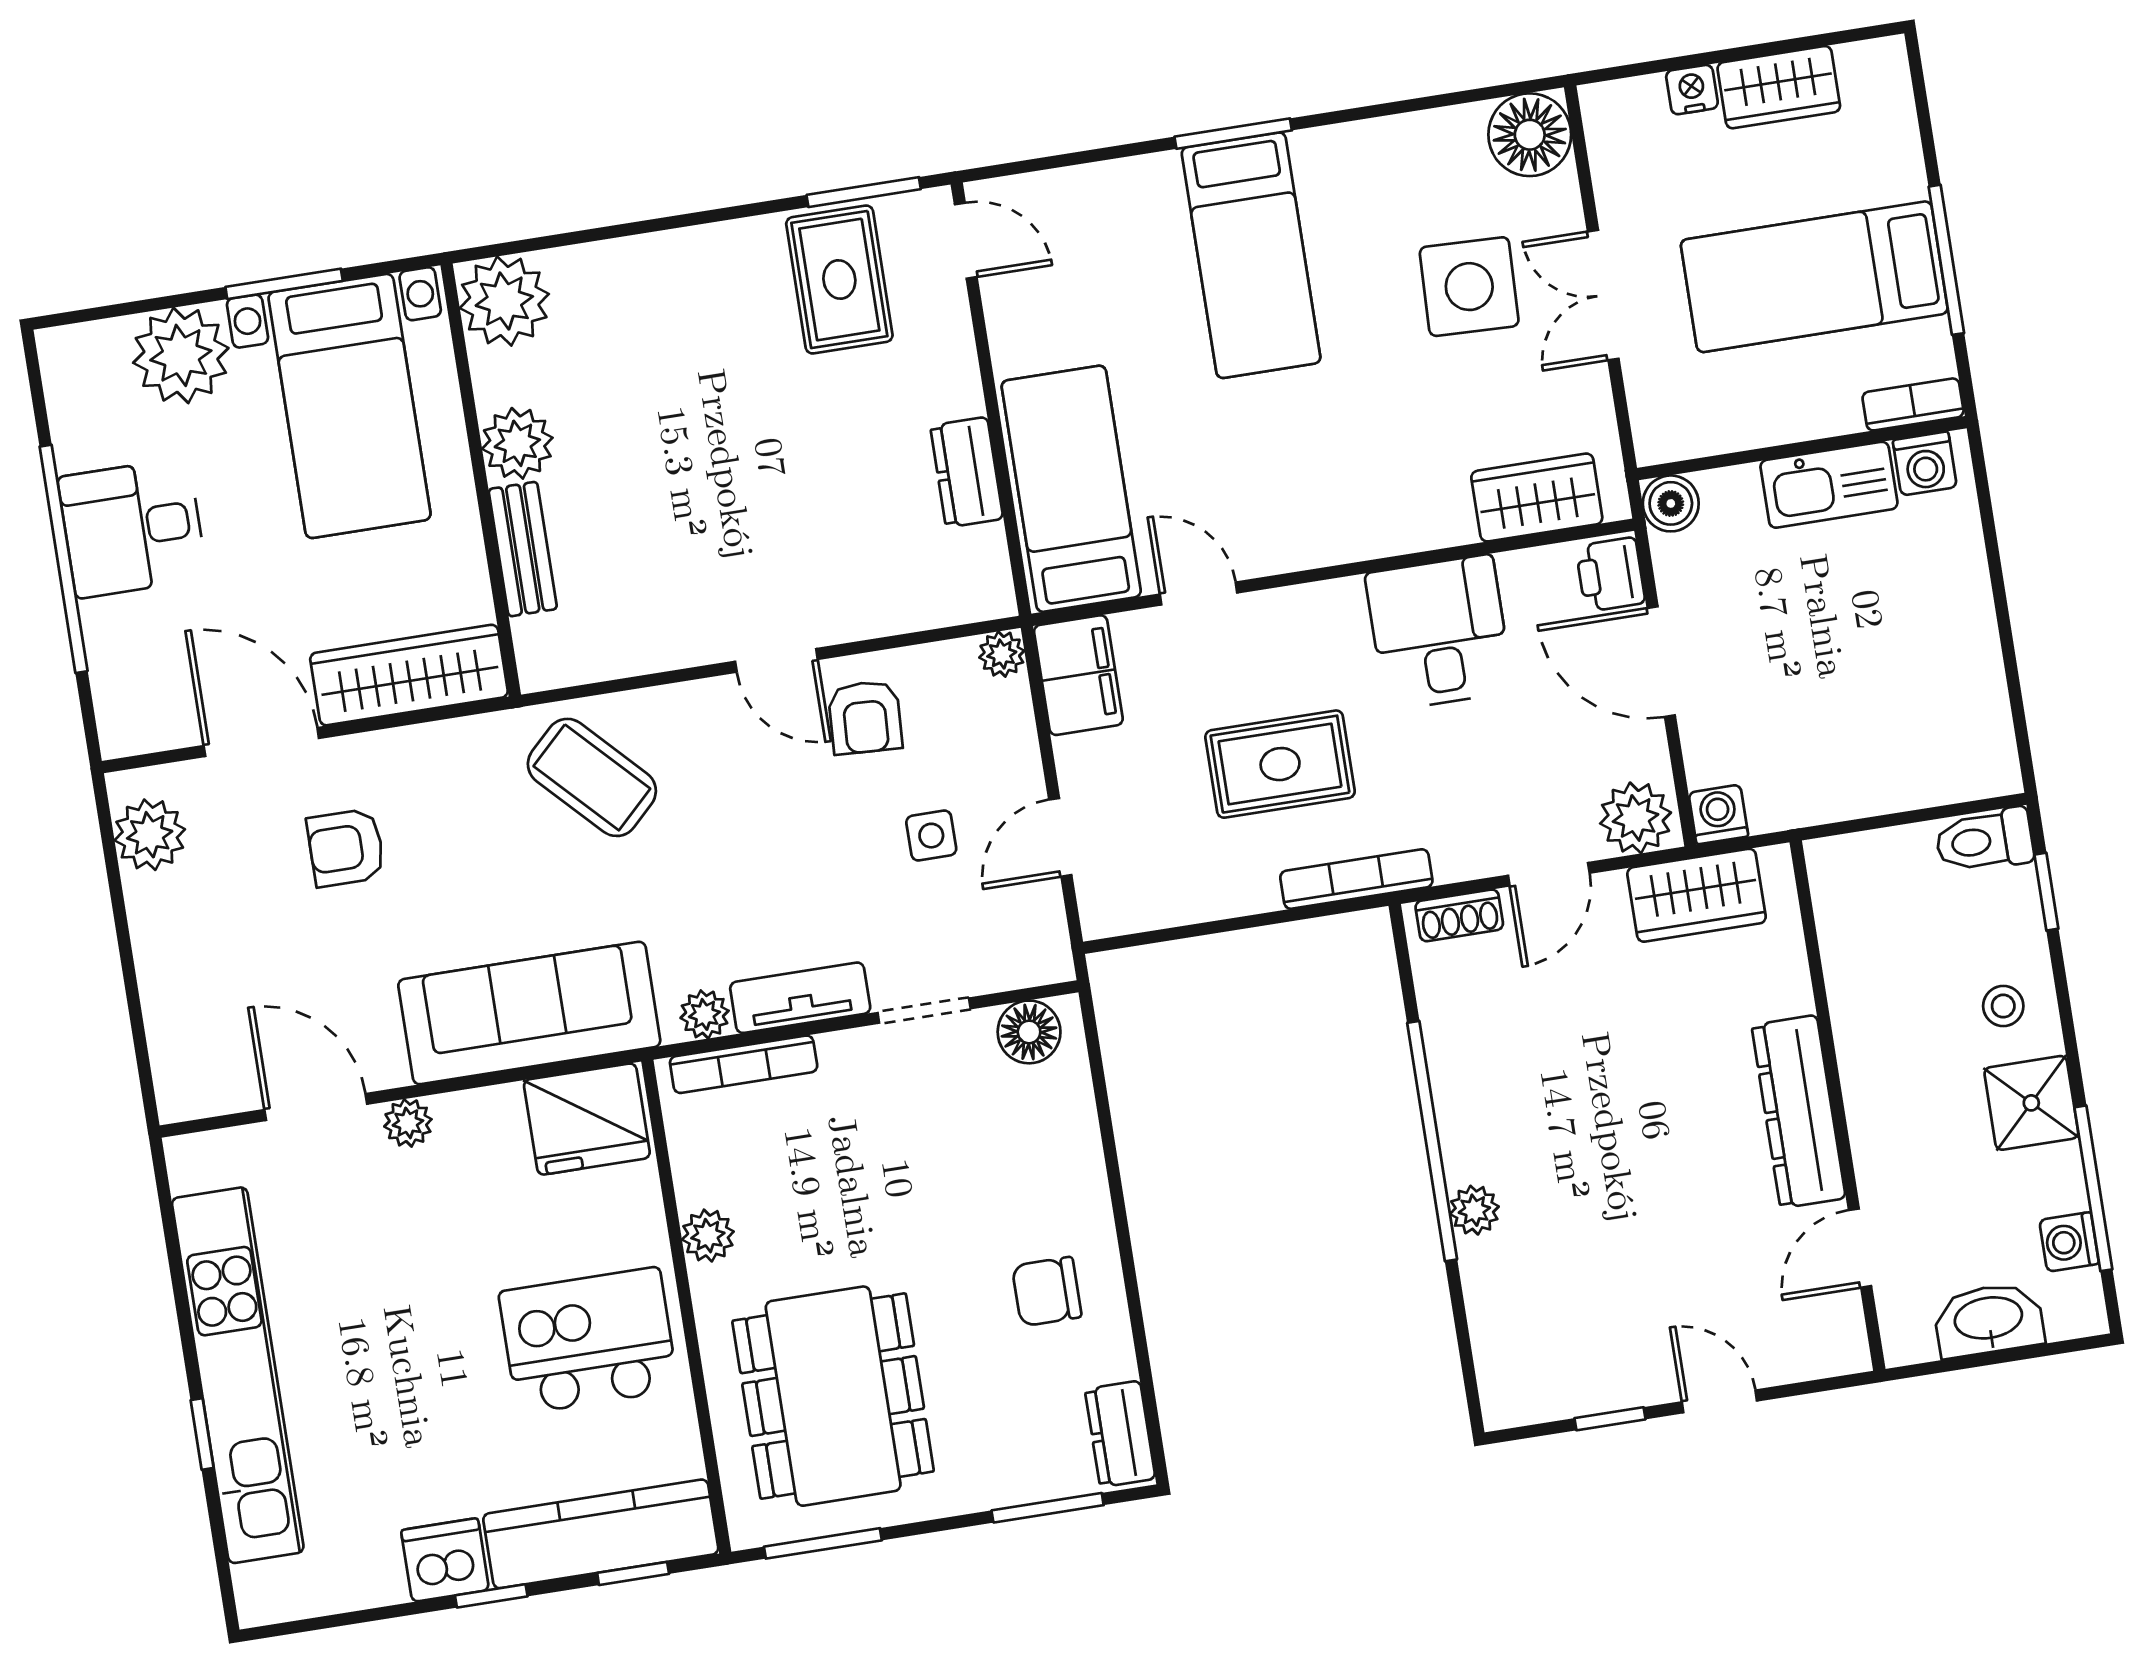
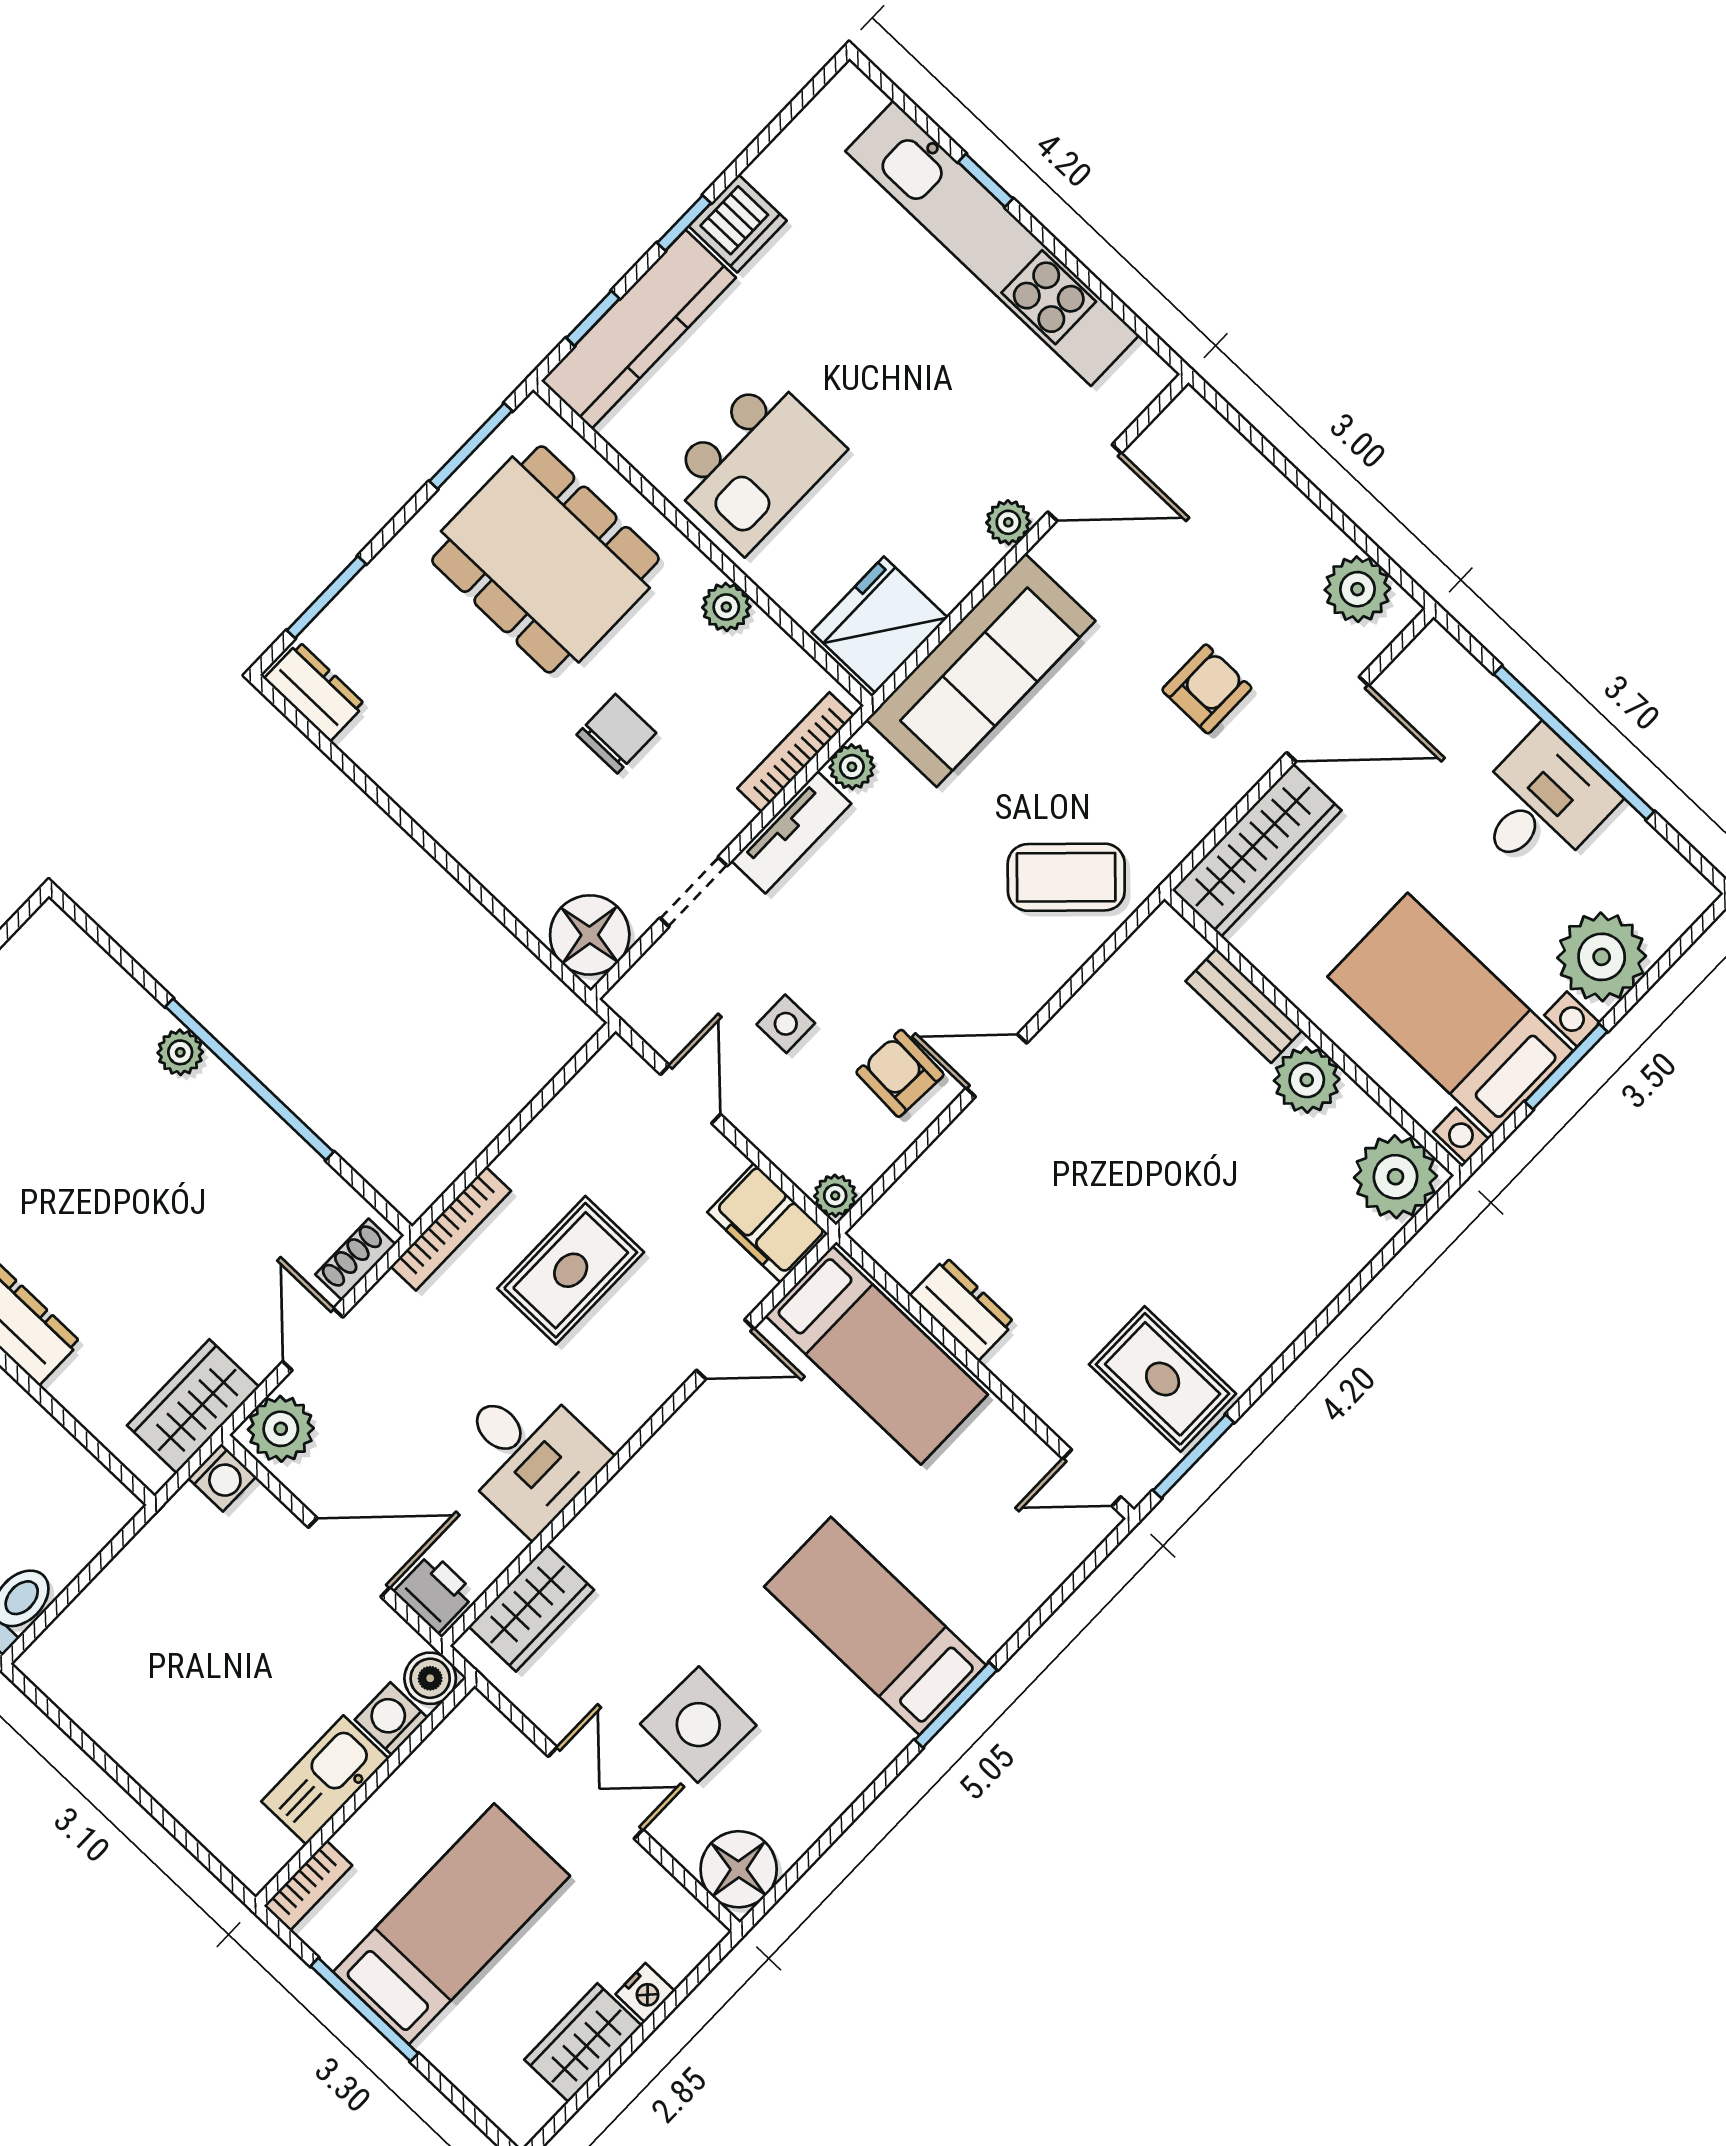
washing machine: (1925, 463) -> (391, 1719), moved
floor lamp: (1029, 1032) -> (590, 935), width x1.38, depth x1.38
chair: (1047, 1291) -> (616, 734), moved

